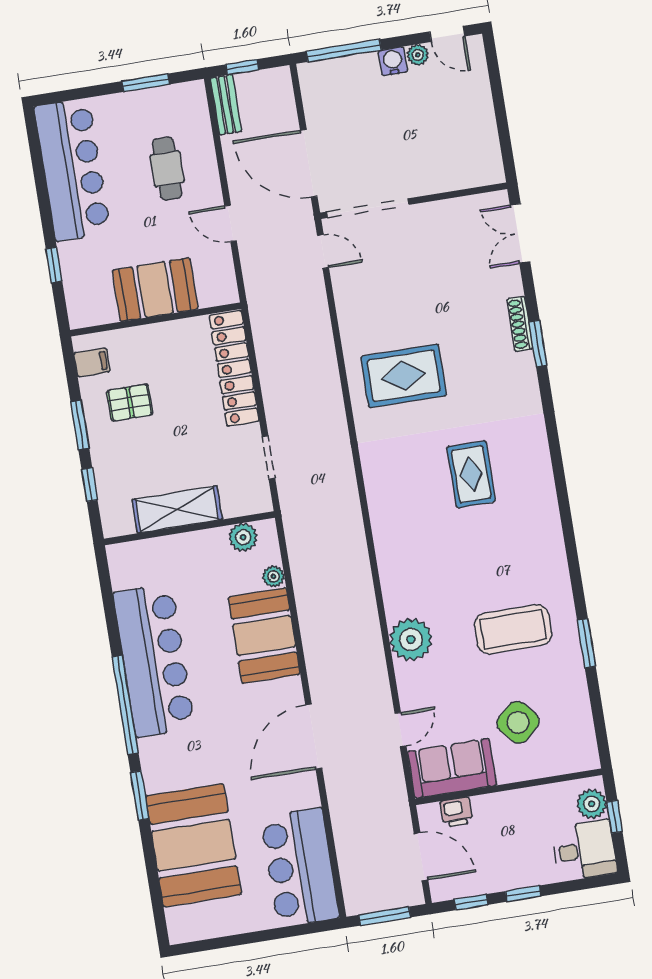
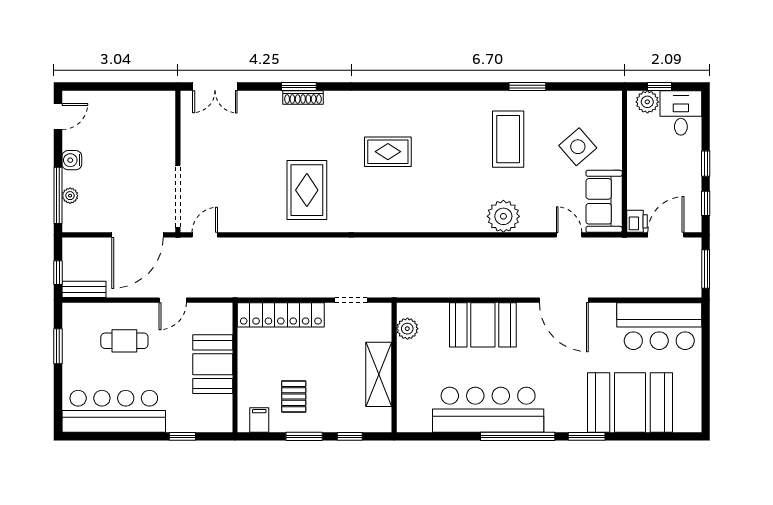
plant: (418, 55) -> (70, 196), moved
shoe rack: (520, 324) -> (303, 97), moved
plant: (274, 576) -> (440, 311), removed
printer: (456, 812) -> (637, 221), moved

